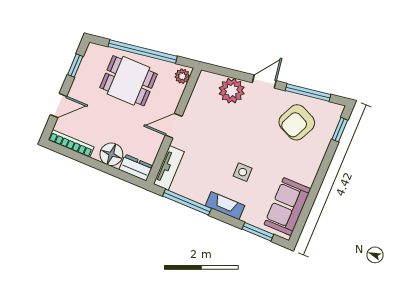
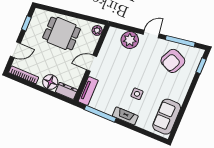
window: (143, 51) -> (71, 14), removed
window: (258, 232) -> (147, 133), removed

